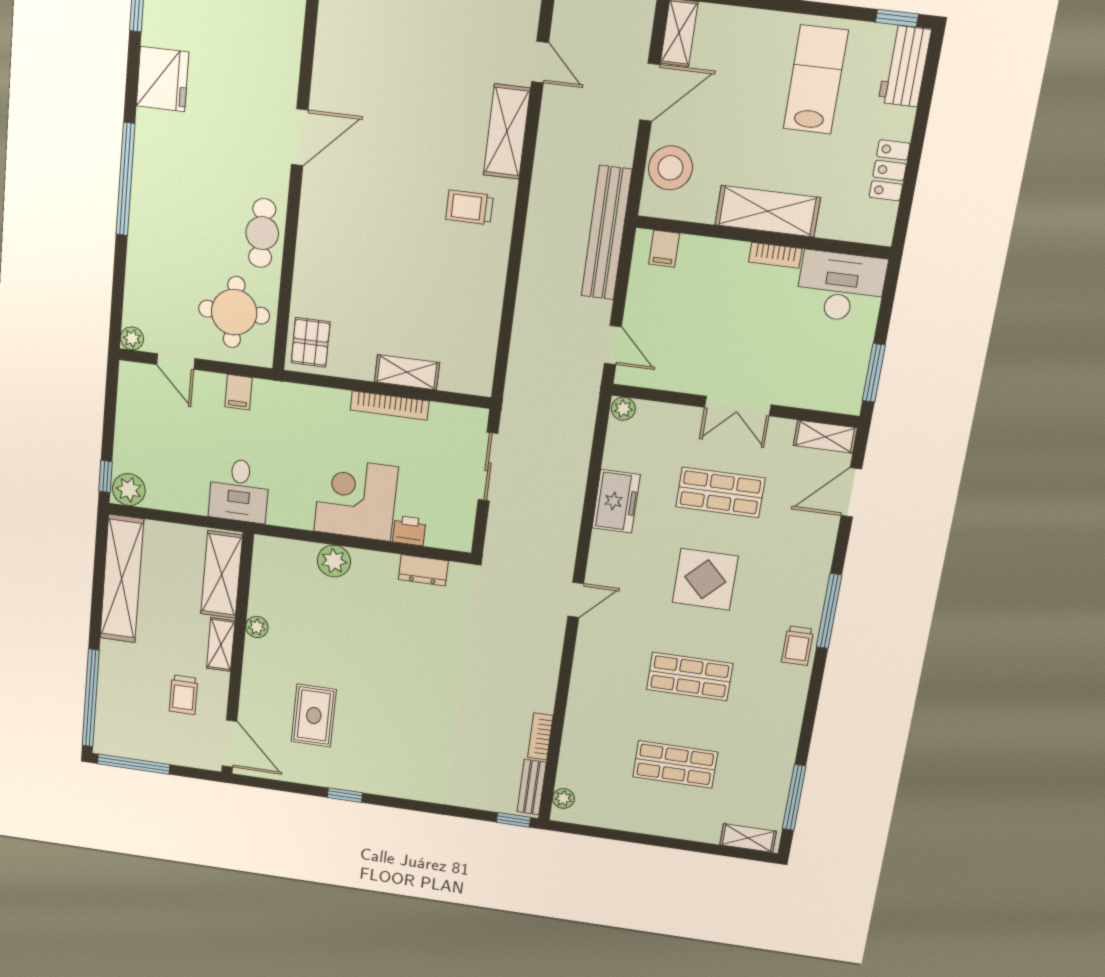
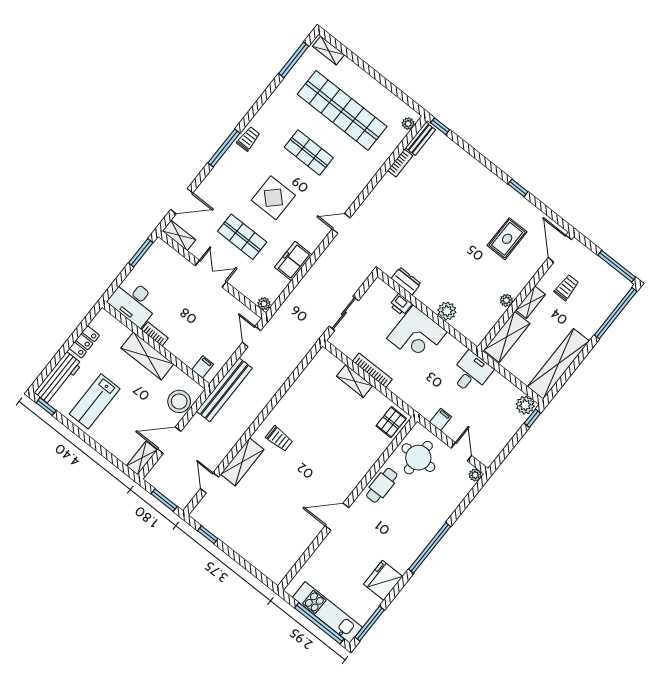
workbench: (905, 66) -> (58, 378), width x1.38
shop shelf: (675, 764) -> (342, 110), width x2.00, depth x1.36

